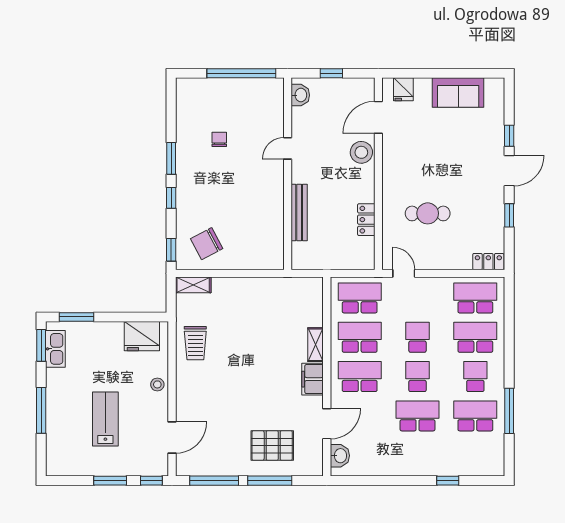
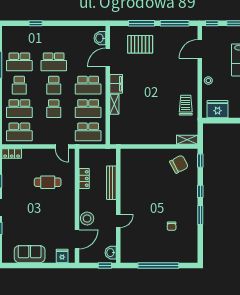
washbasin: (300, 95) -> (111, 253), moved
door: (288, 148) -> (118, 221), moved
wall: (288, 174) -> (118, 206), moved
bench: (299, 213) -> (111, 183), moved

